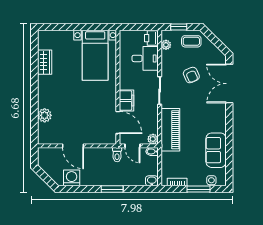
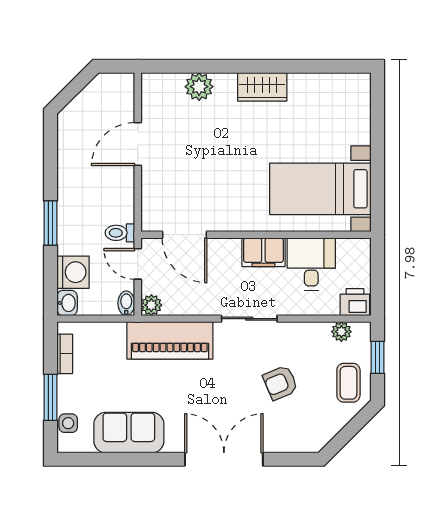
desk: (145, 58) -> (311, 264), moved, turned 180
wardrobe: (45, 62) -> (262, 87), moved
double door: (229, 84) -> (224, 459), moved
filing cabinet: (127, 100) -> (263, 252), moved
door: (118, 123) -> (184, 235), hinge flipped
door: (132, 146) -> (138, 264), hinge flipped
washing machine: (72, 178) -> (73, 272), moved

